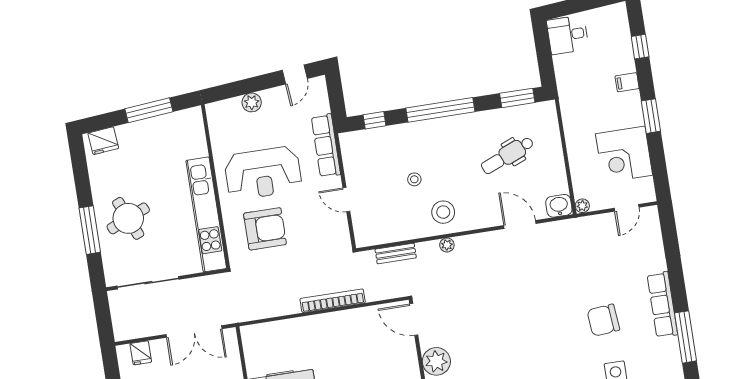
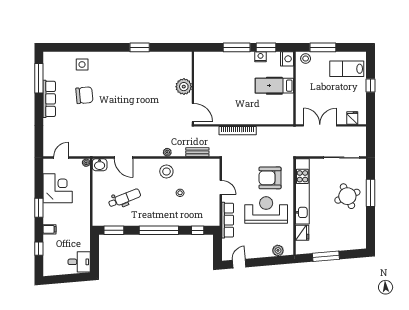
plant: (252, 102) -> (278, 250), moved
fridge: (103, 141) -> (302, 233), moved, turned 95

